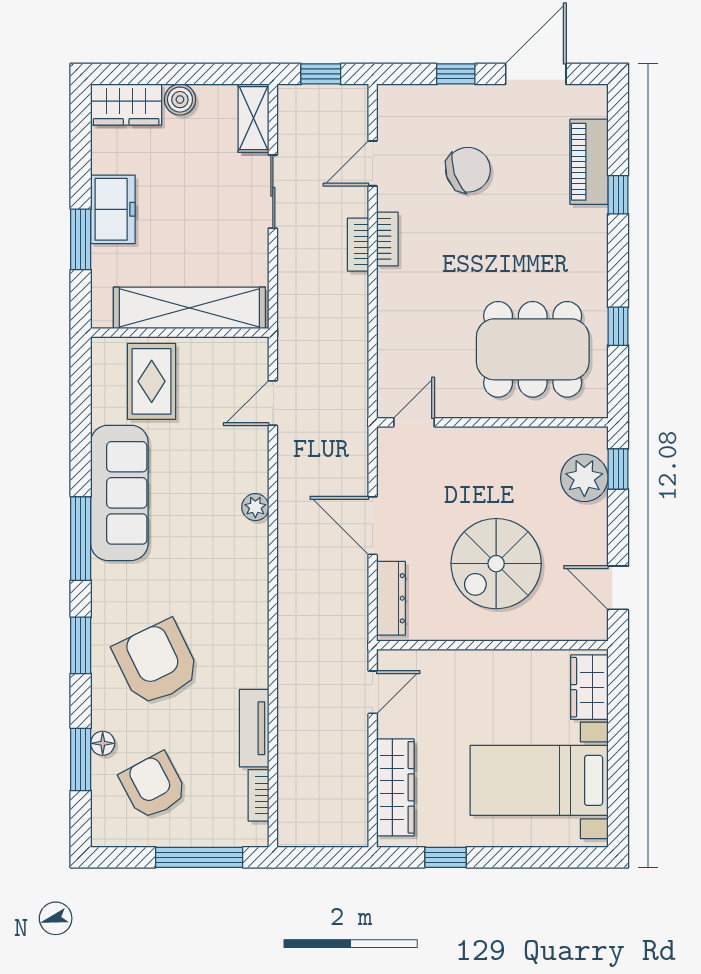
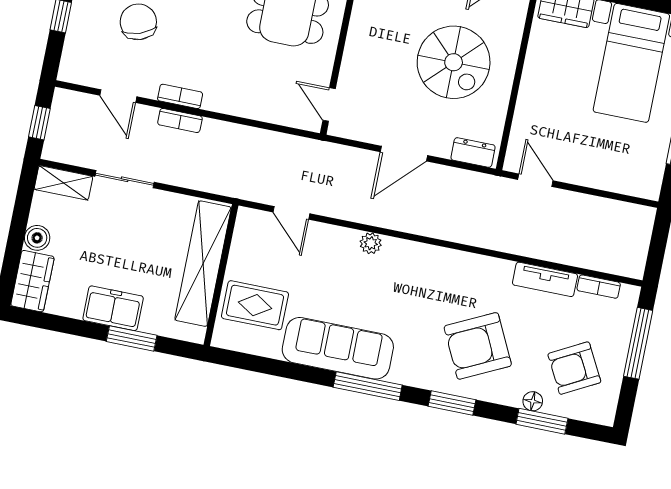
dresser: (391, 598) -> (473, 152), width x0.70
wardrobe: (395, 787) -> (614, 177), removed

